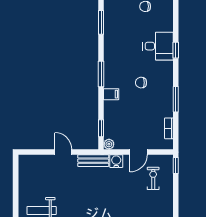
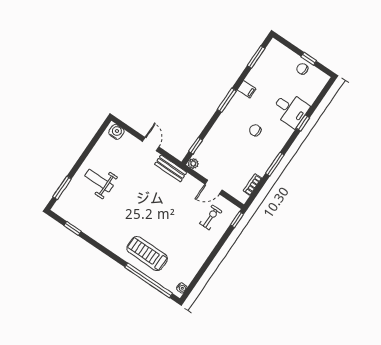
filing cabinet: (111, 94) -> (247, 89), moved
water cooler: (116, 161) -> (116, 132), moved

